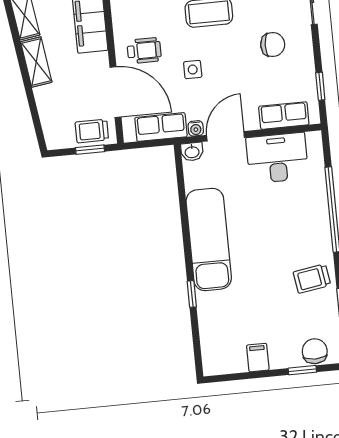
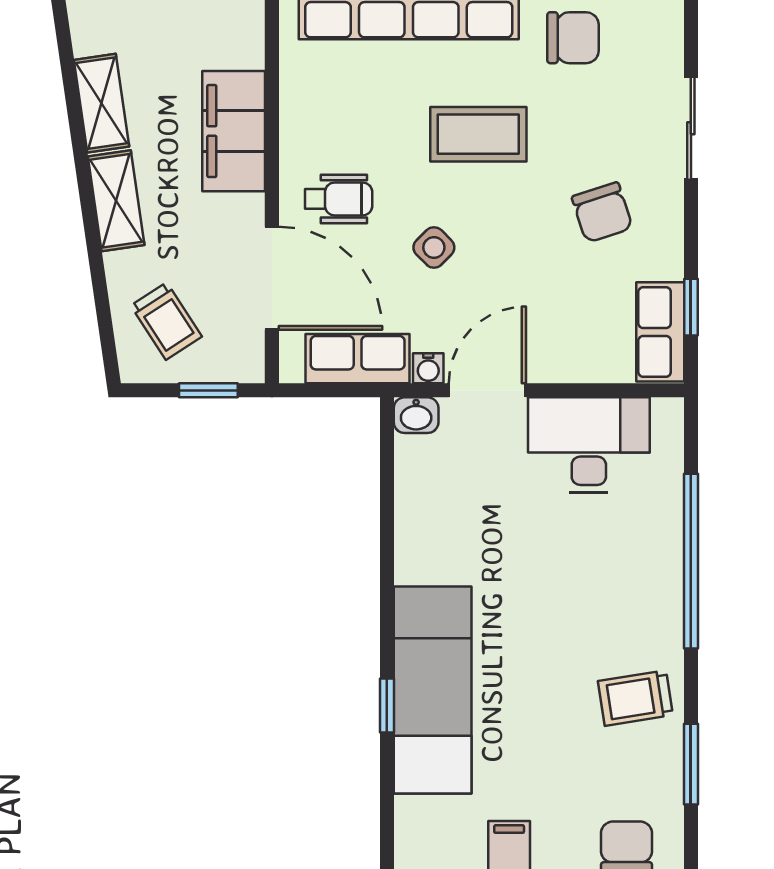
chair: (273, 44) -> (602, 212), turned 70
side table: (193, 70) -> (434, 247), turned 45
row of seats: (284, 116) -> (660, 332), moved, turned -90
trolley: (92, 131) -> (166, 321), moved, turned -123
exam couch: (209, 239) -> (433, 690), moved

